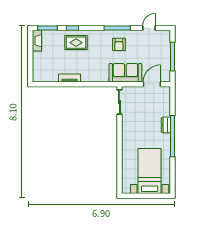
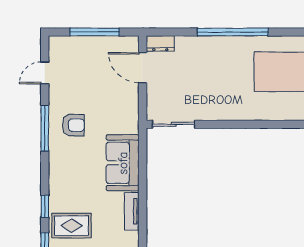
door: (149, 28) -> (45, 73), hinge flipped
rug: (76, 43) -> (72, 226), moved, turned 90
sofa: (125, 73) -> (123, 163), moved
dresser: (166, 125) -> (160, 44), moved

